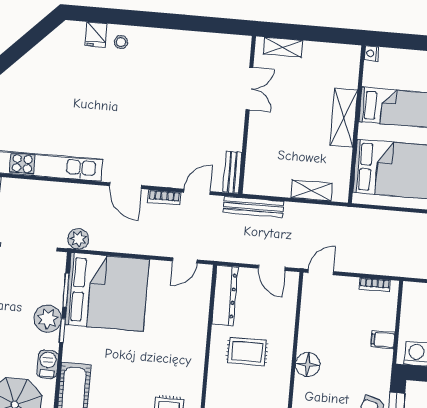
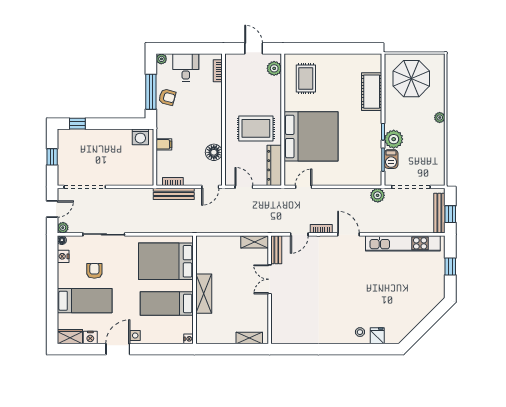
double door: (249, 89) -> (270, 279), moved
shelving: (311, 191) -> (255, 242), moved
bench: (254, 207) -> (174, 194), moved
bed: (107, 292) -> (311, 136), moved, turned 180
rug: (247, 352) -> (256, 128), width x1.36, depth x1.43
barbecue: (48, 364) -> (391, 159), moved
floor lamp: (308, 365) -> (214, 152), moved

